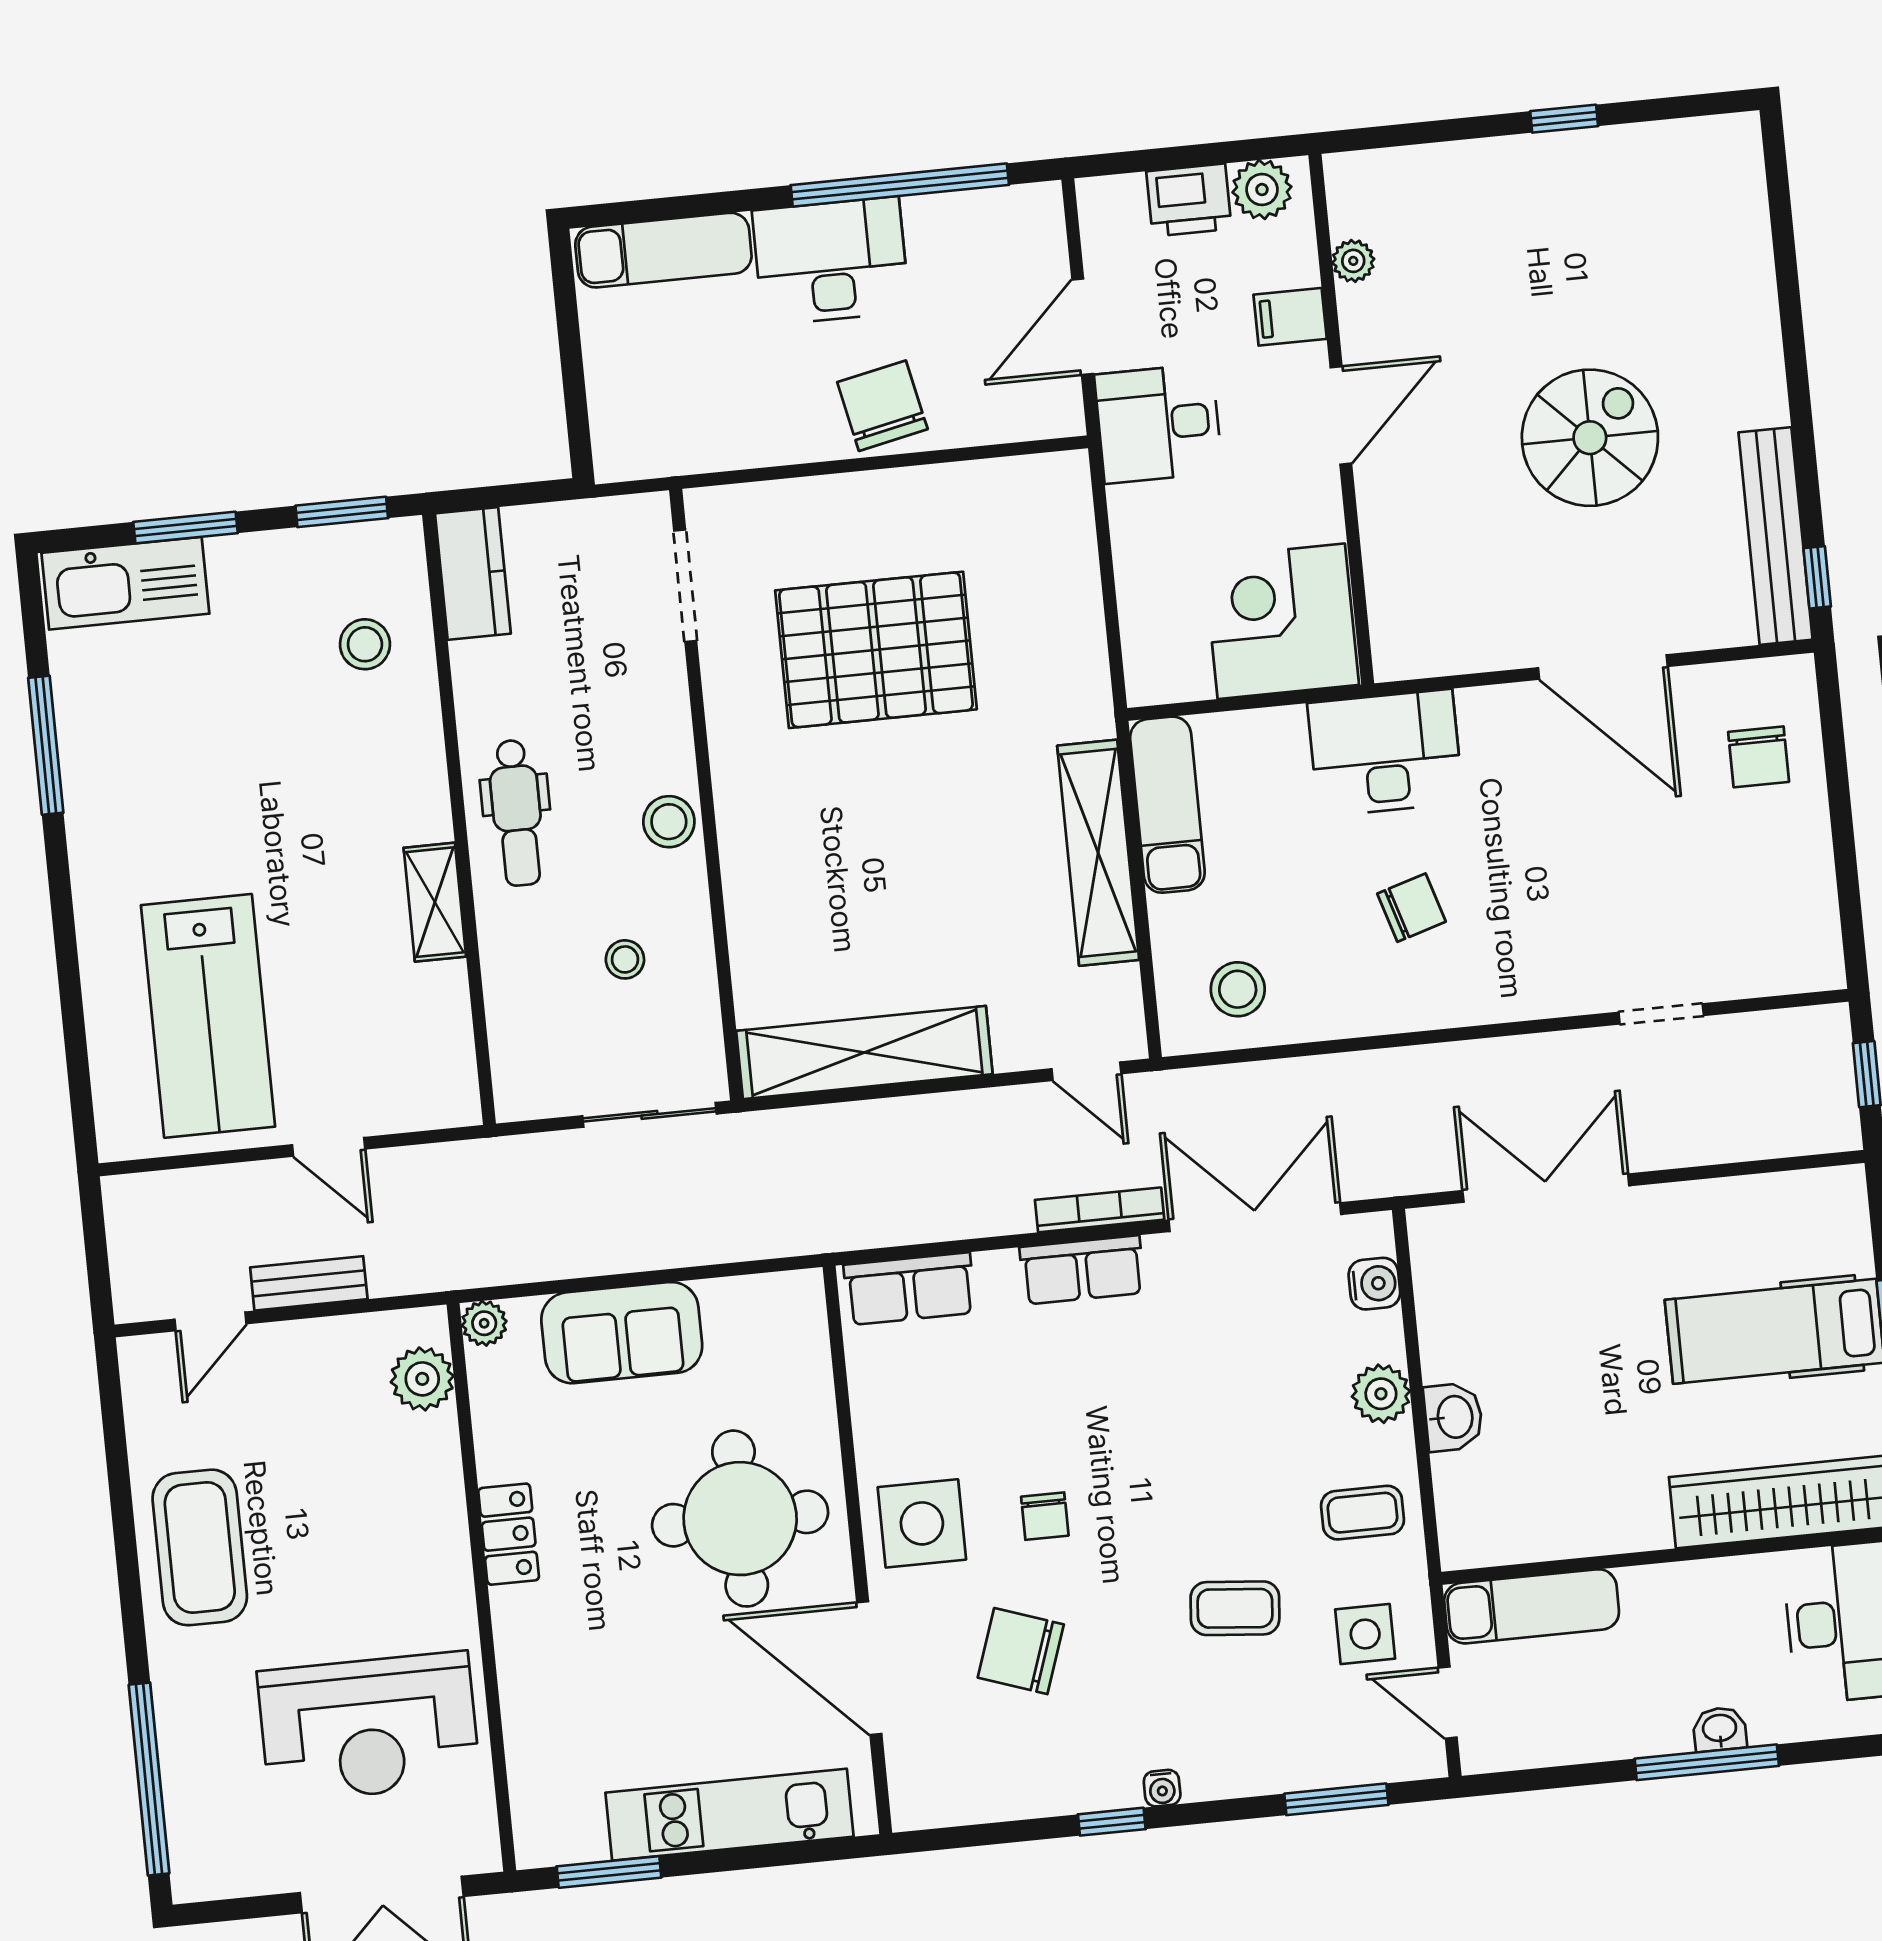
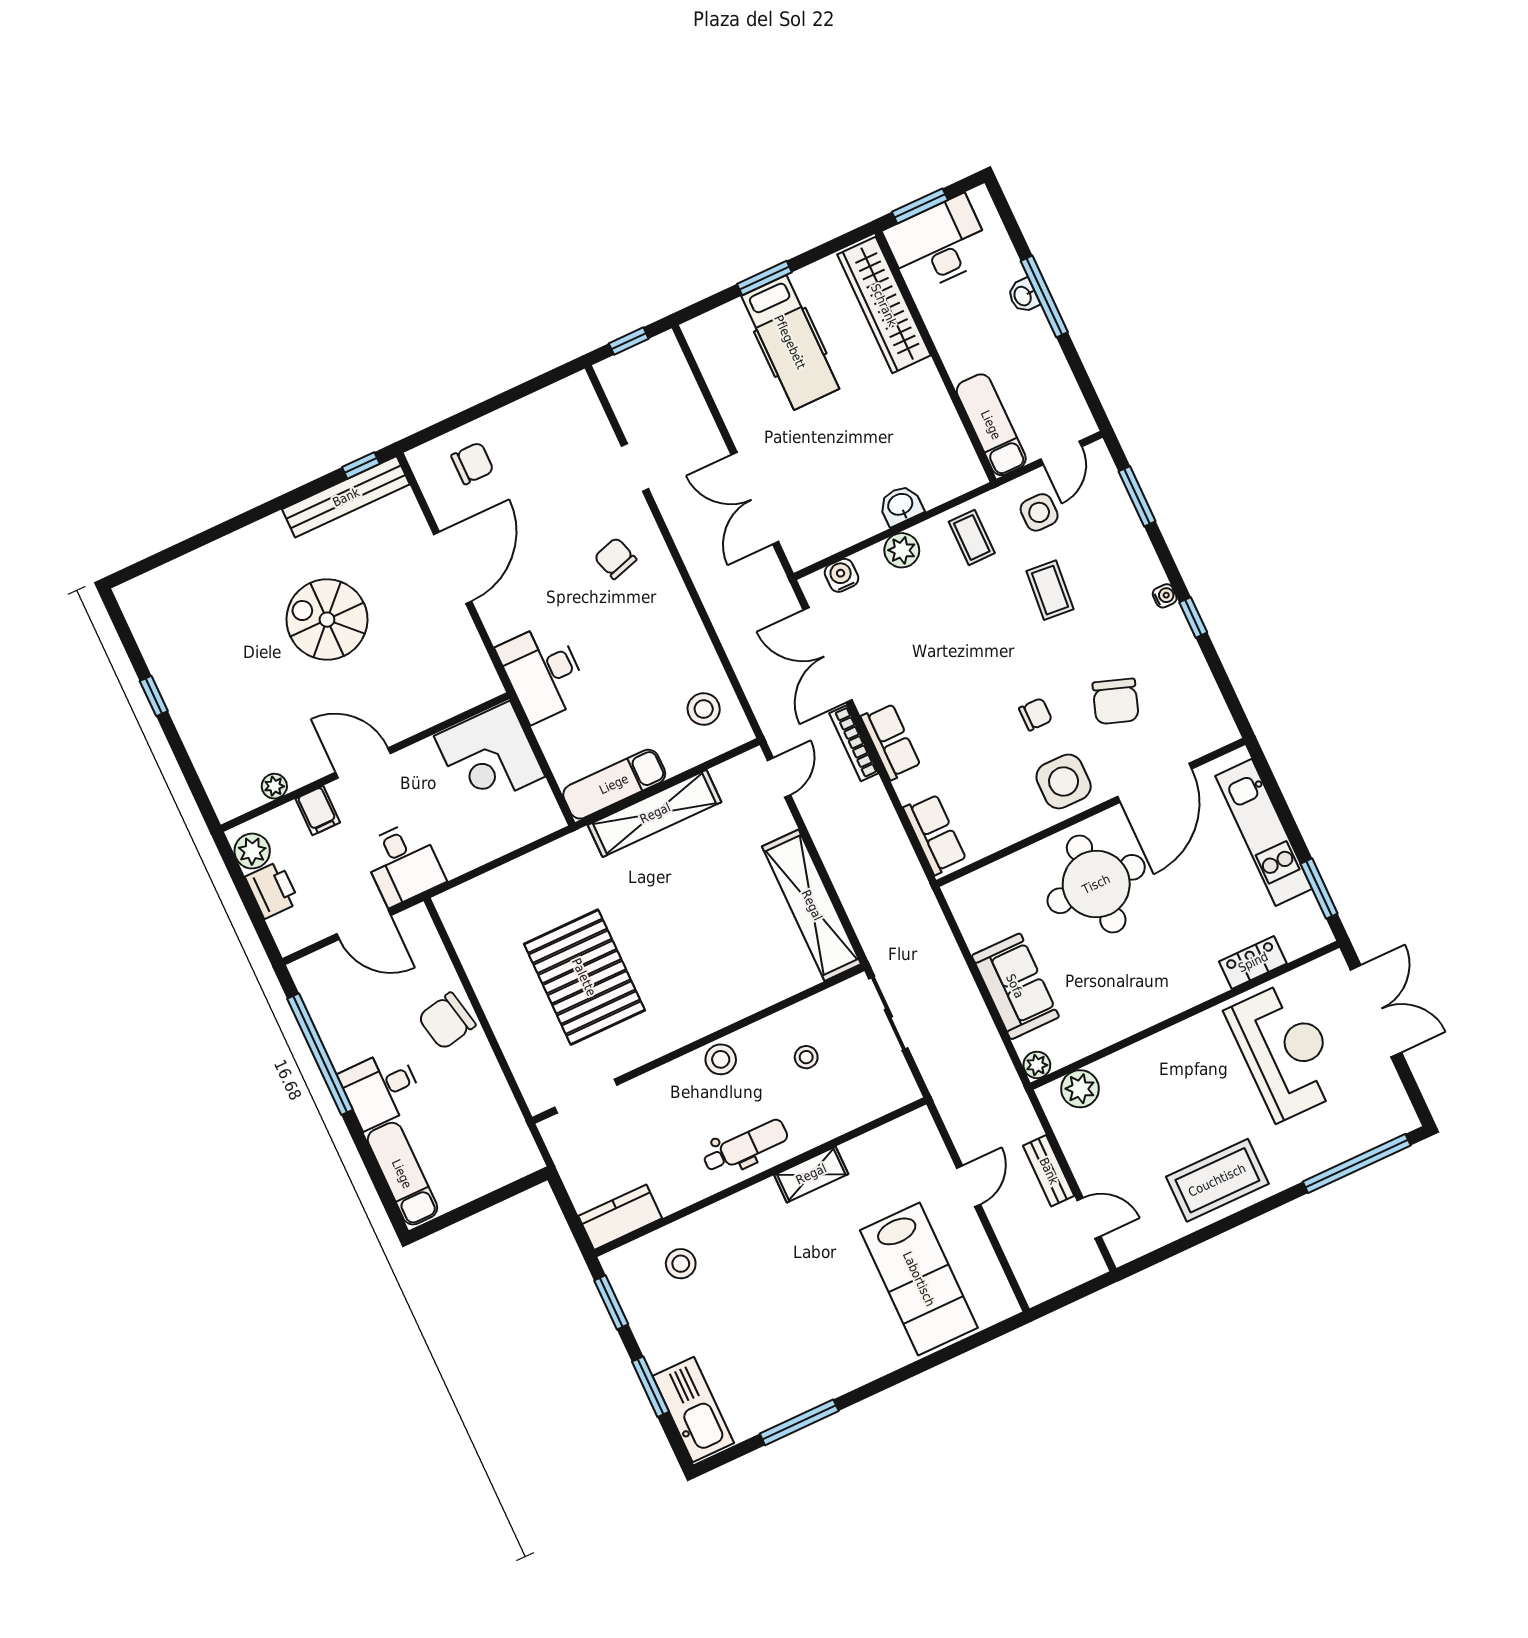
desk: (831, 261) -> (381, 1089), width x0.73
chair: (1412, 908) -> (615, 558), moved
lab bench: (208, 1016) -> (919, 1279), turned 90
locker: (509, 1534) -> (1253, 962), moved

